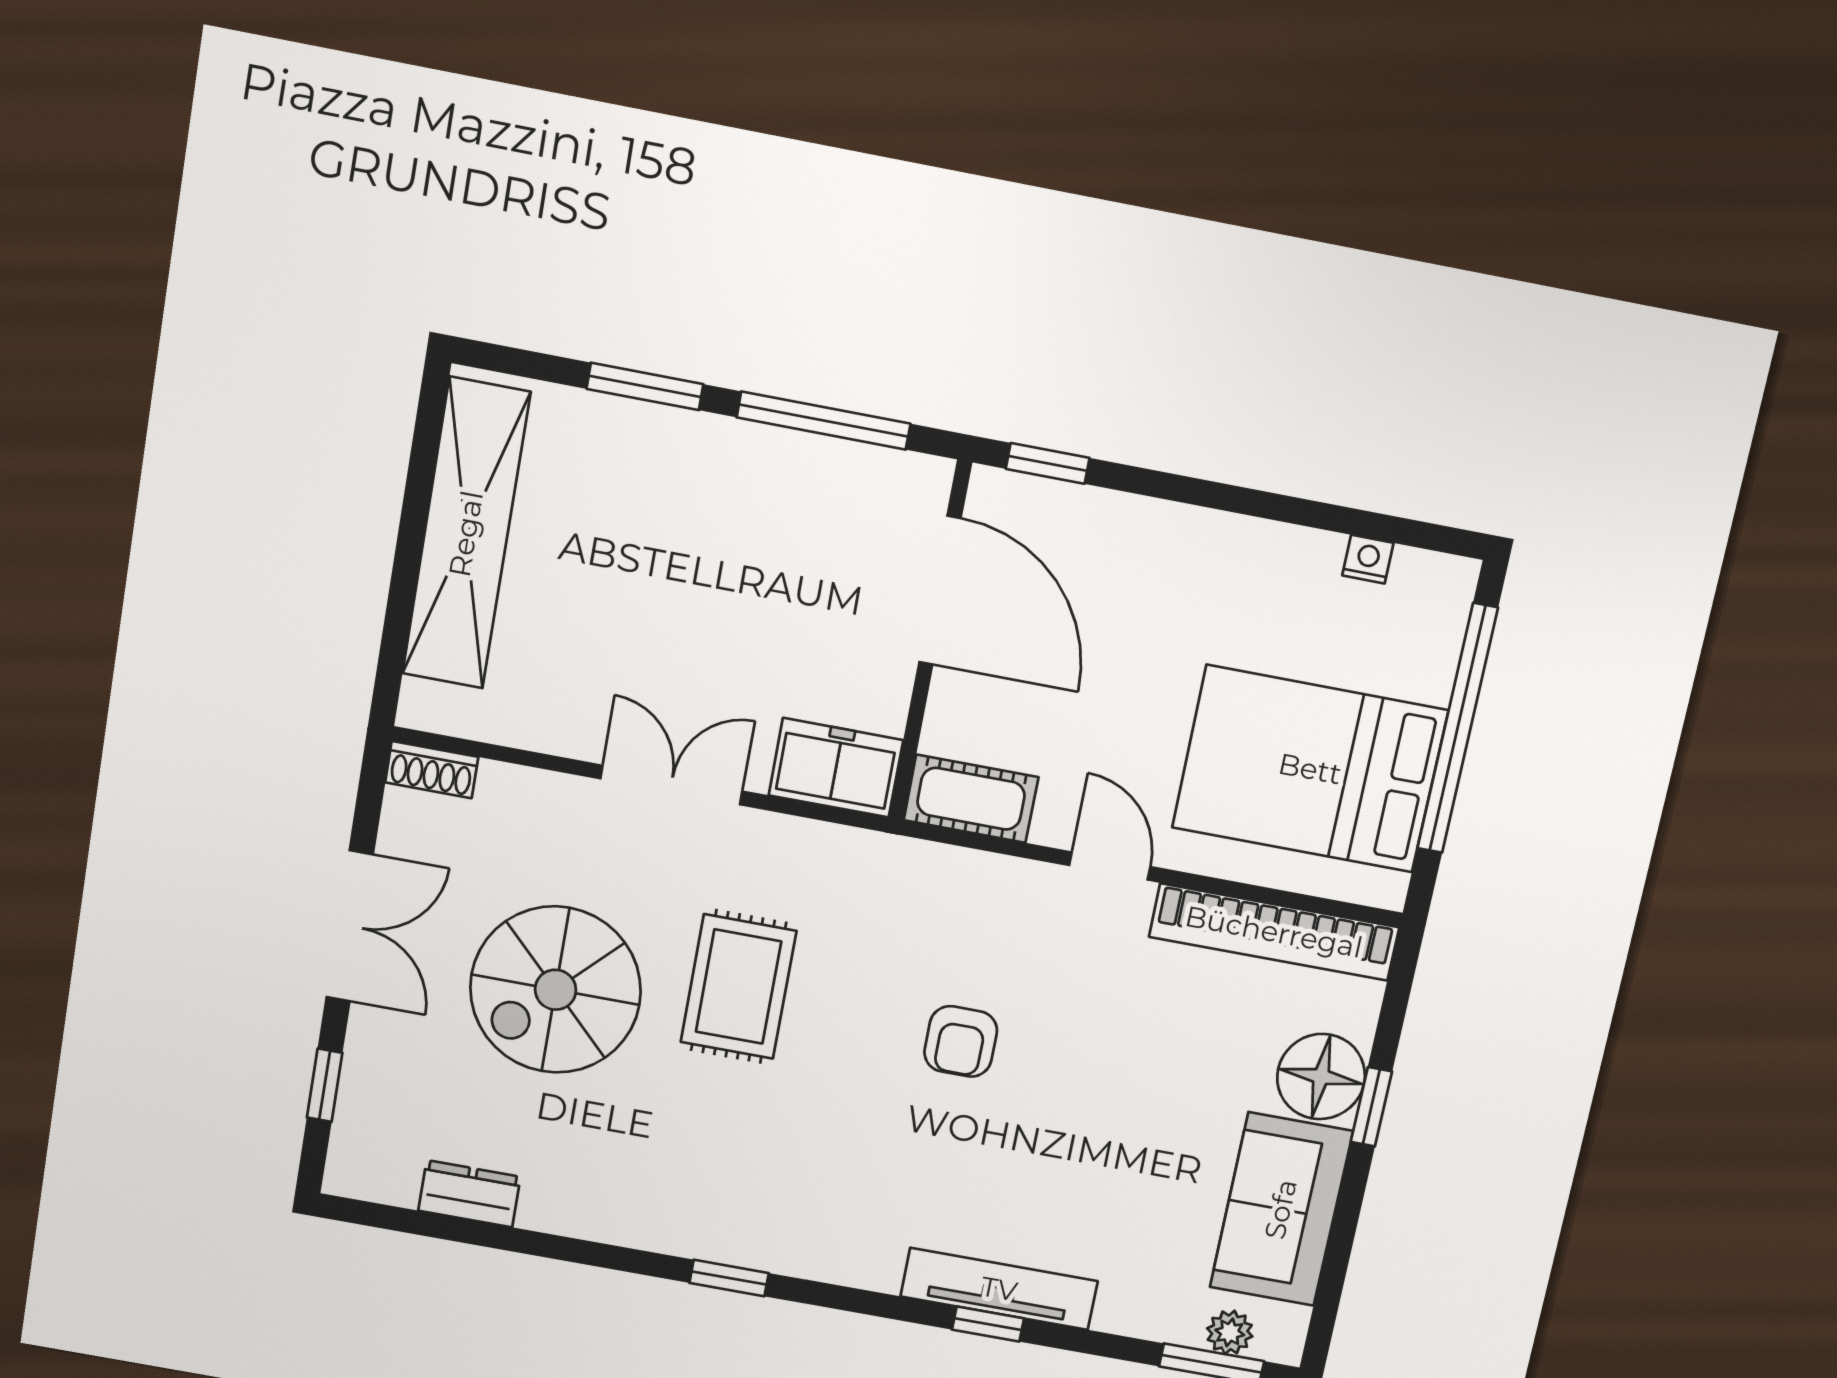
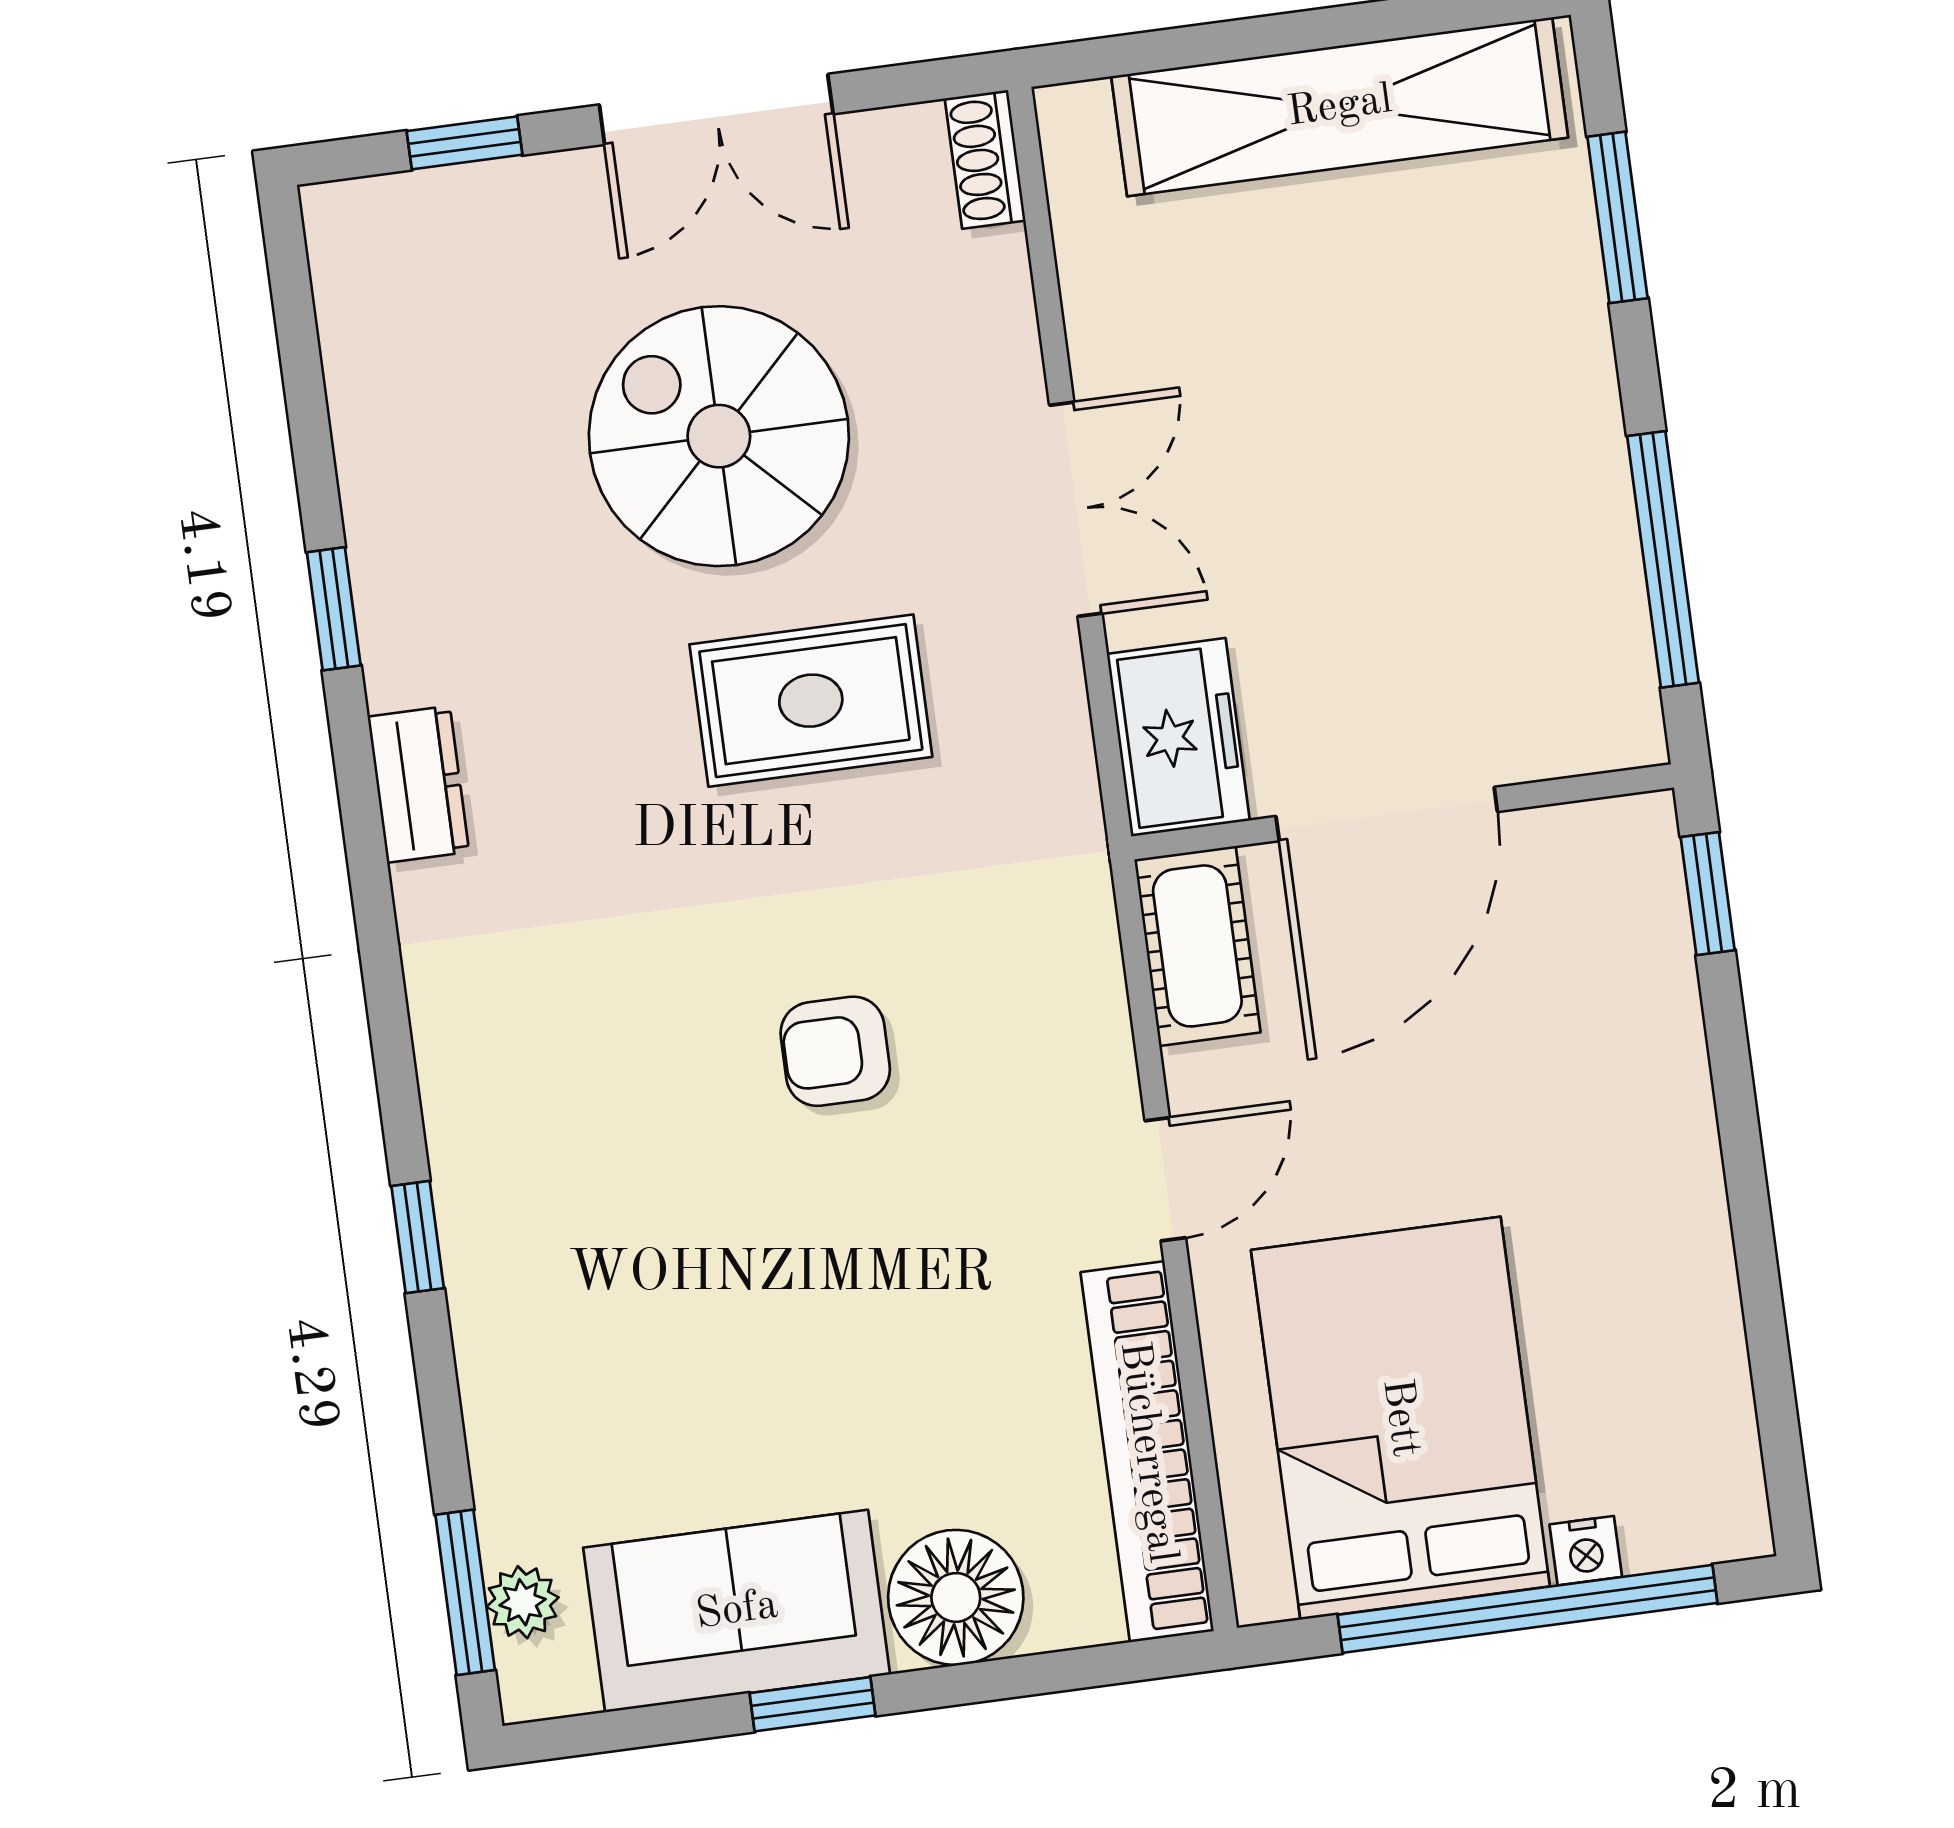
window: (645, 386) -> (1617, 217), moved
nightstand: (1368, 559) -> (1586, 1551), moved, turned 90
door: (940, 590) -> (1387, 814), moved
window: (1371, 1107) -> (812, 1704), moved
dresser: (469, 1194) -> (418, 784), moved
window: (729, 1278) -> (334, 609), moved
tv unit: (999, 1289) -> (478, 1235), removed

